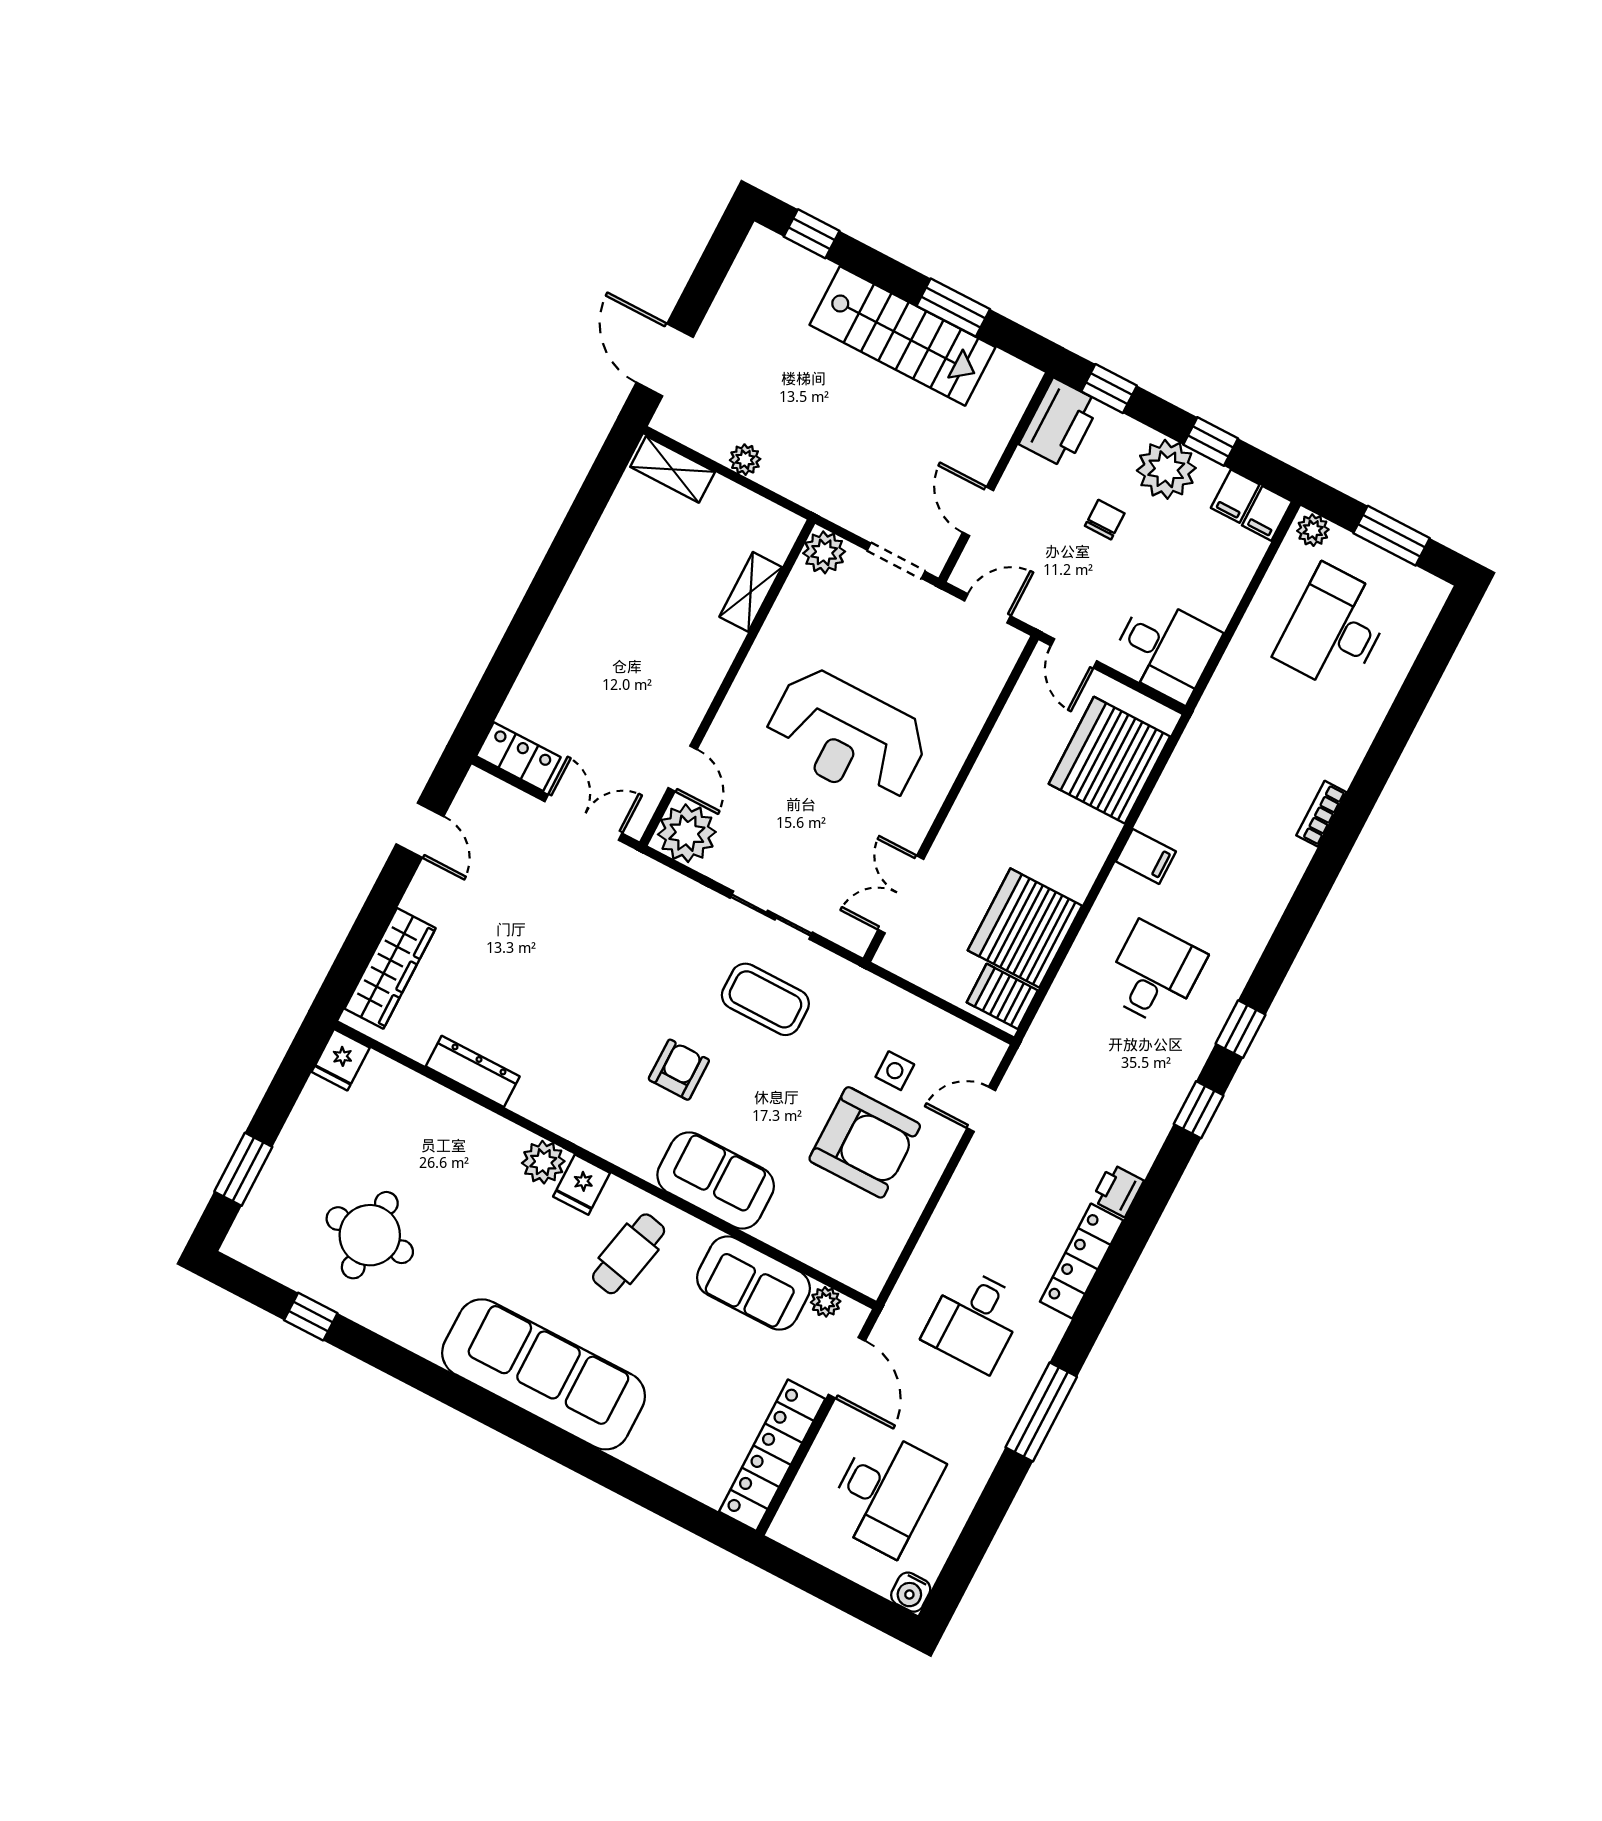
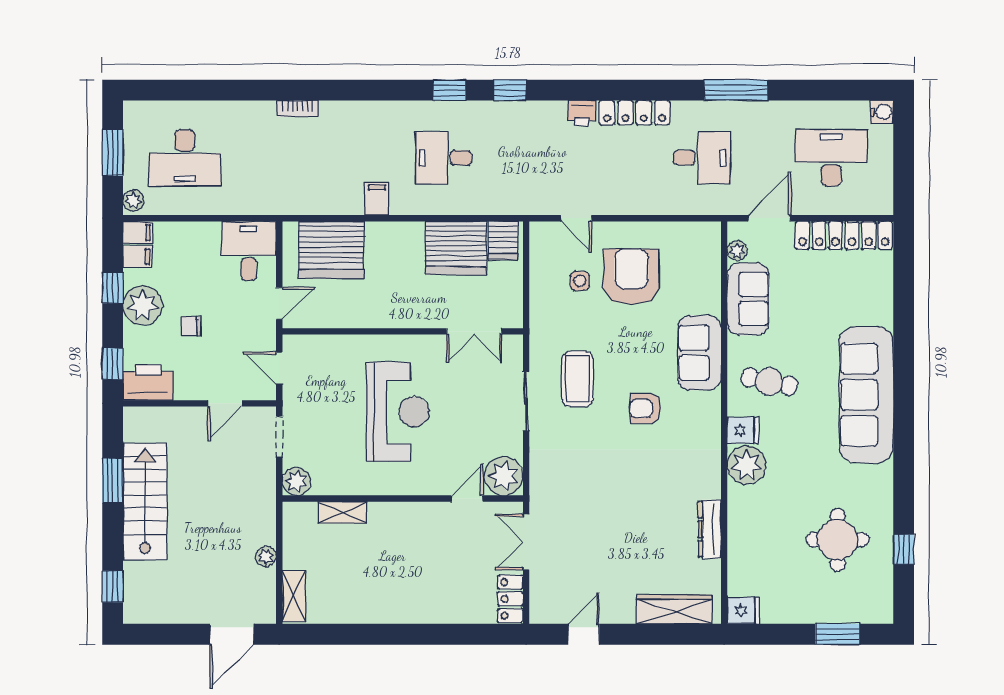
plant: (543, 1162) -> (747, 465), width x1.36, depth x1.36

